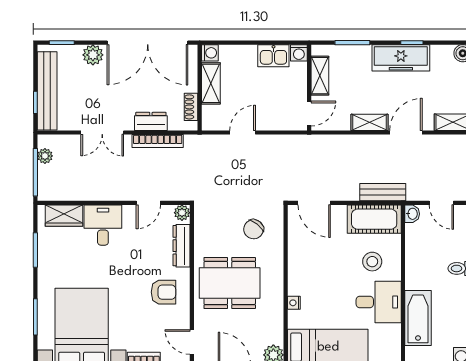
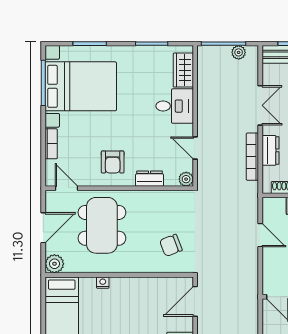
double door: (102, 133) -> (260, 105), swing flipped
chair: (254, 229) -> (171, 245), turned -60
dresser: (181, 246) -> (150, 179), width x0.70
dining table: (230, 283) -> (102, 225), moved
door: (192, 342) -> (66, 188), hinge flipped

